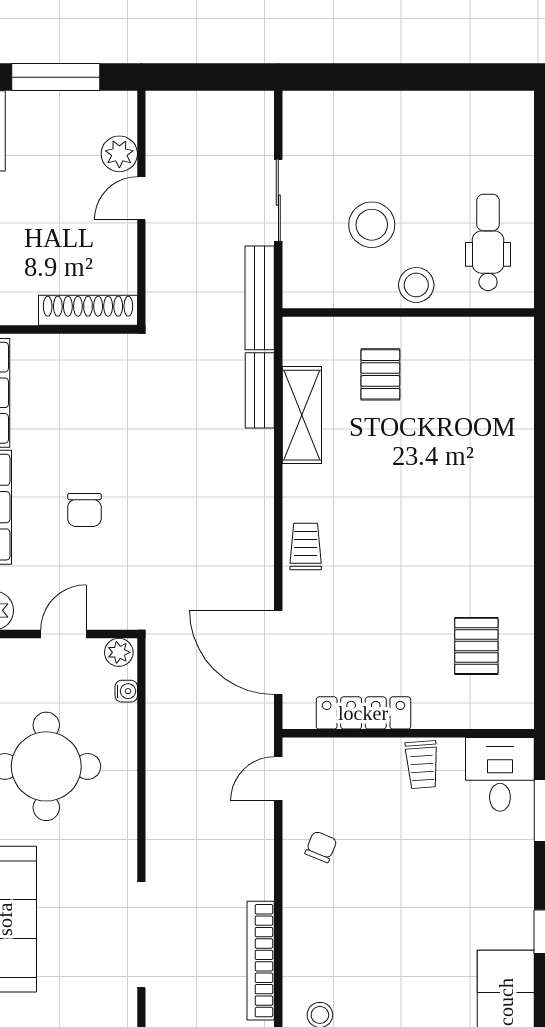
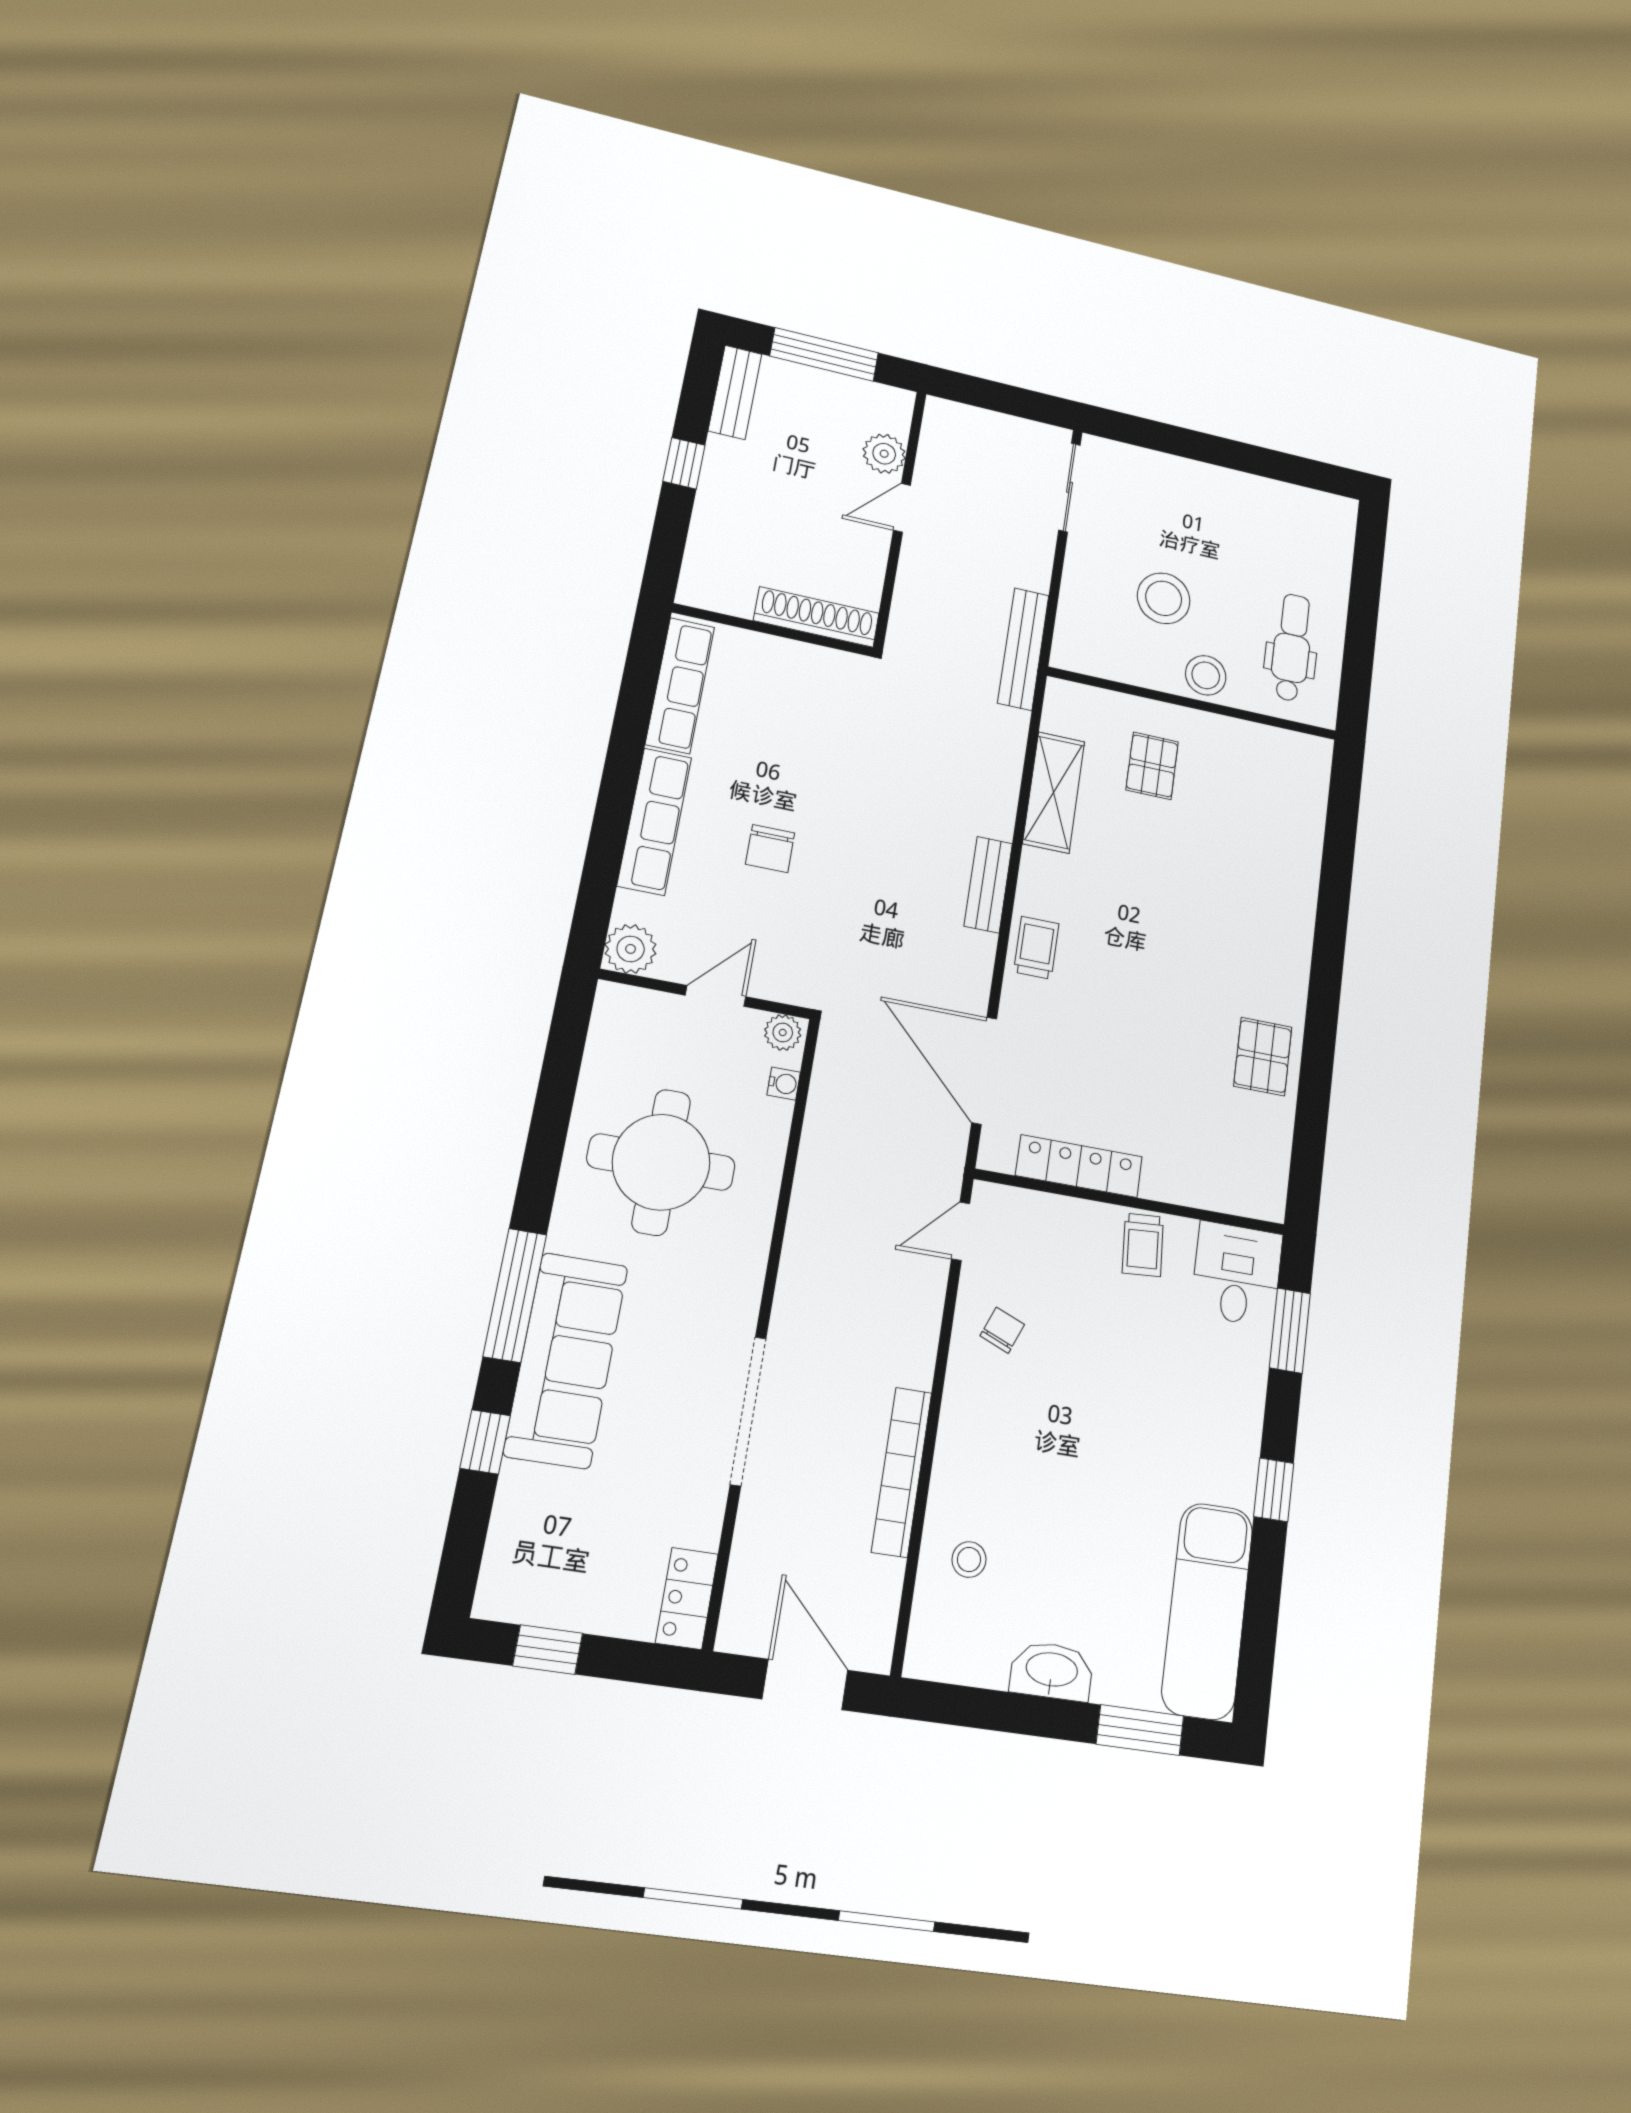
sliding door: (278, 200) -> (1069, 487), moved
bench: (260, 390) -> (988, 885), moved
pallet: (476, 646) -> (1263, 1056), moved

